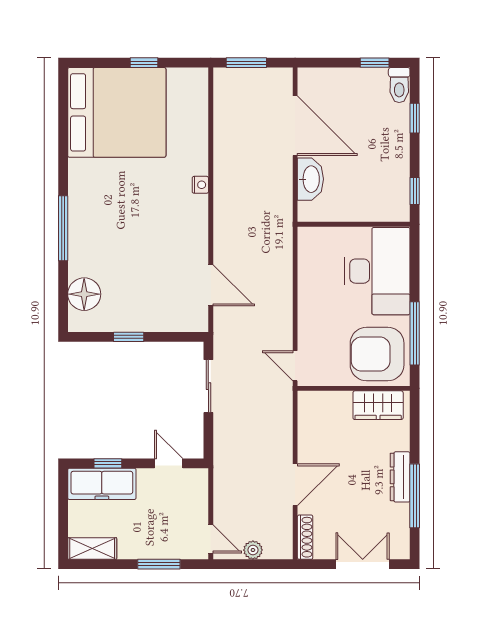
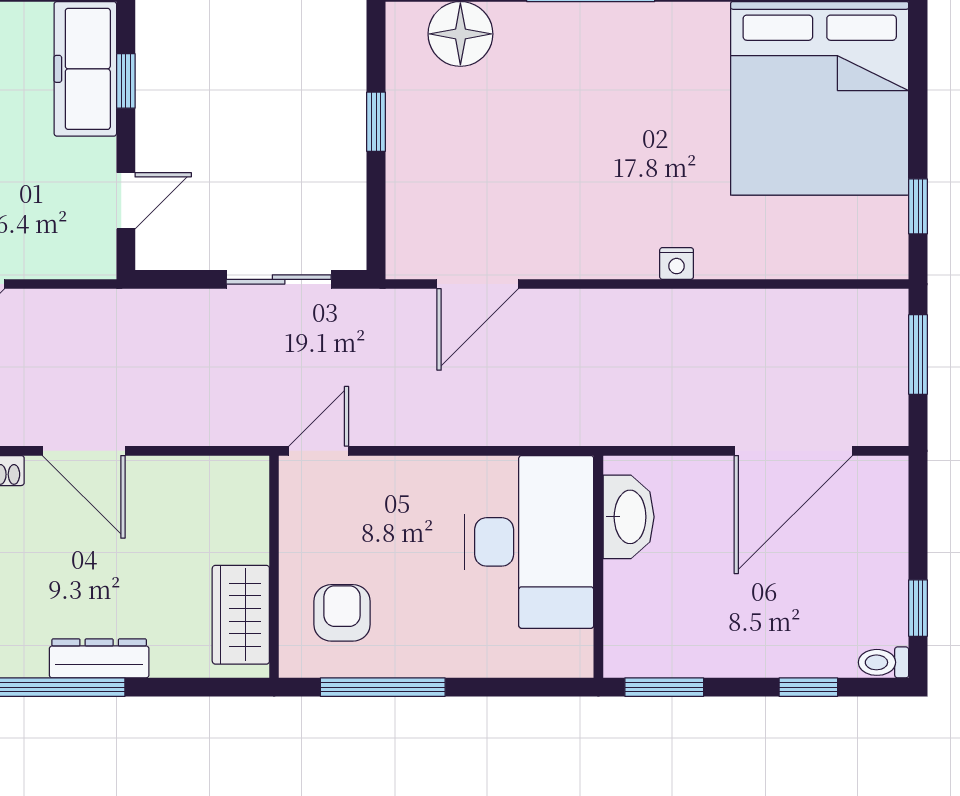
window: (144, 63) -> (918, 206), moved
toilet: (399, 85) -> (884, 662), width x0.73, depth x0.72
washbasin: (310, 179) -> (629, 517), moved, turned -90
window: (415, 191) -> (664, 687), width x1.50
desk: (377, 271) -> (529, 542), moved, turned -90
armchair: (377, 354) -> (342, 613), width x0.53, depth x0.53

